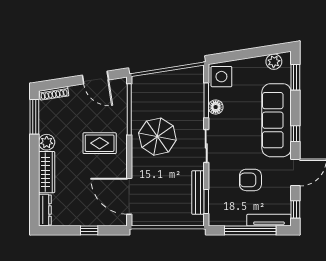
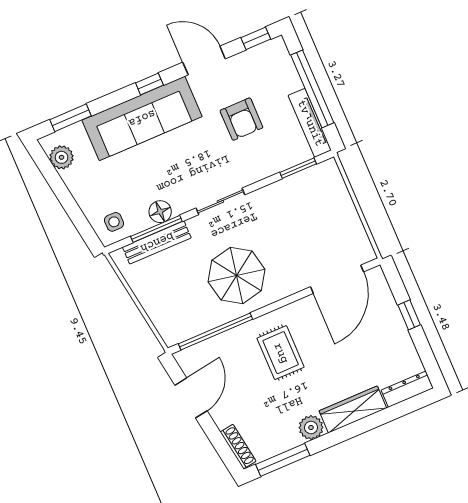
side table: (221, 77) -> (114, 222), width x0.54, depth x0.54
bench: (198, 192) -> (157, 242), moved
tv unit: (269, 220) -> (310, 123), moved

